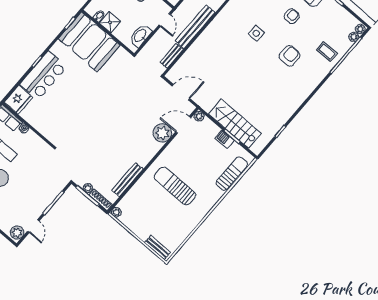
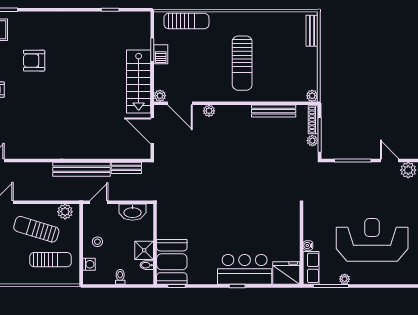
side table: (256, 33) -> (40, 109), removed
booth: (89, 42) -> (172, 262), width x0.73, depth x0.70
stairs: (235, 124) -> (139, 81), moved
plant: (162, 133) -> (209, 111), width x0.53, depth x0.53
sun lounger: (232, 174) -> (186, 21), turned 180
door: (33, 226) -> (390, 160), hinge flipped

